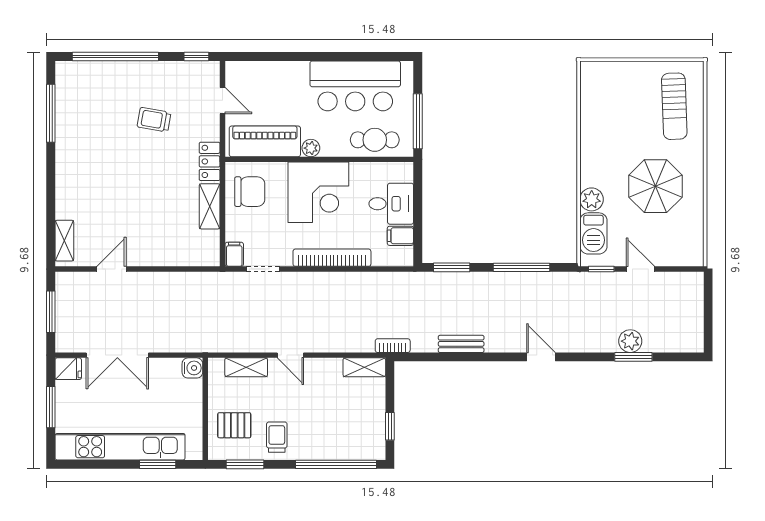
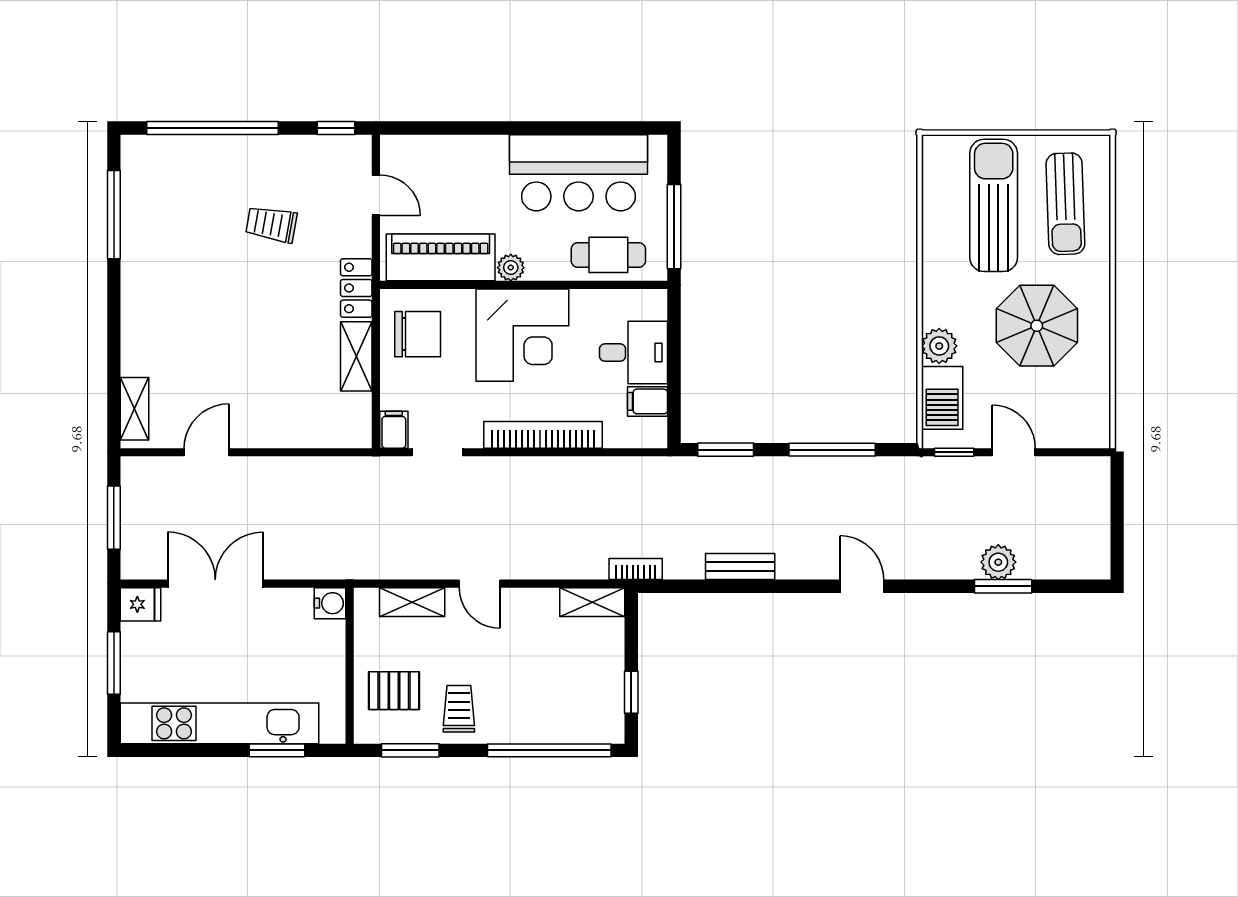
sun lounger: (627, 107) -> (994, 205), added
double door: (117, 355) -> (215, 584), swing flipped

